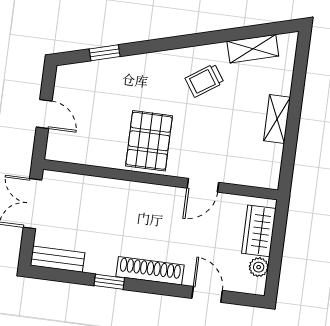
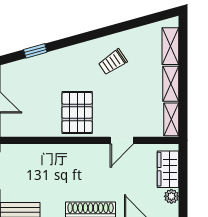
shelving: (253, 49) -> (170, 46), moved, turned -75
shelving: (272, 166) -> (171, 119), added

